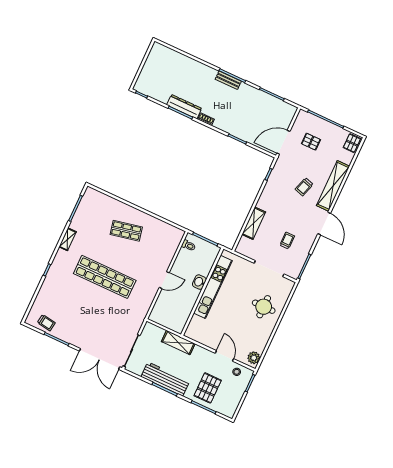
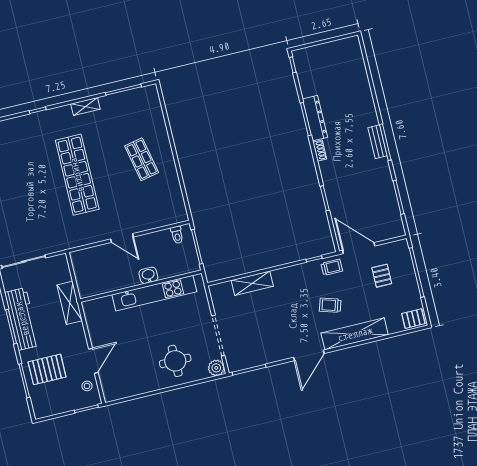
trolley: (287, 241) -> (332, 267), moved
plant: (254, 358) -> (216, 368), moved

